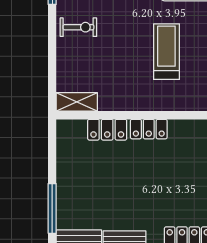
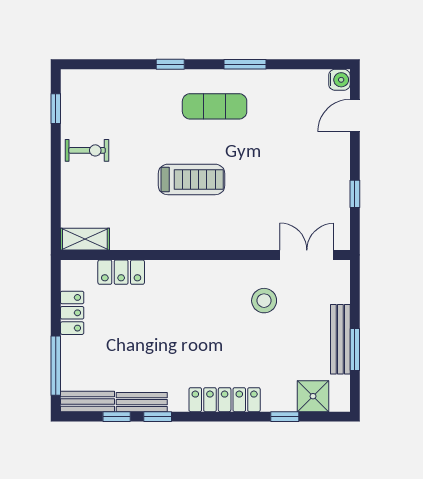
treadmill: (166, 52) -> (191, 179), turned 90
locker: (149, 129) -> (72, 313), moved, turned -90

